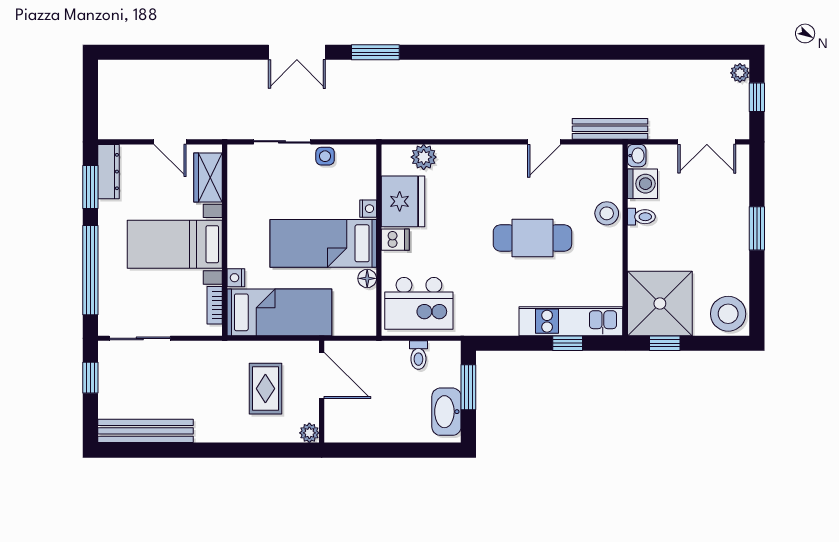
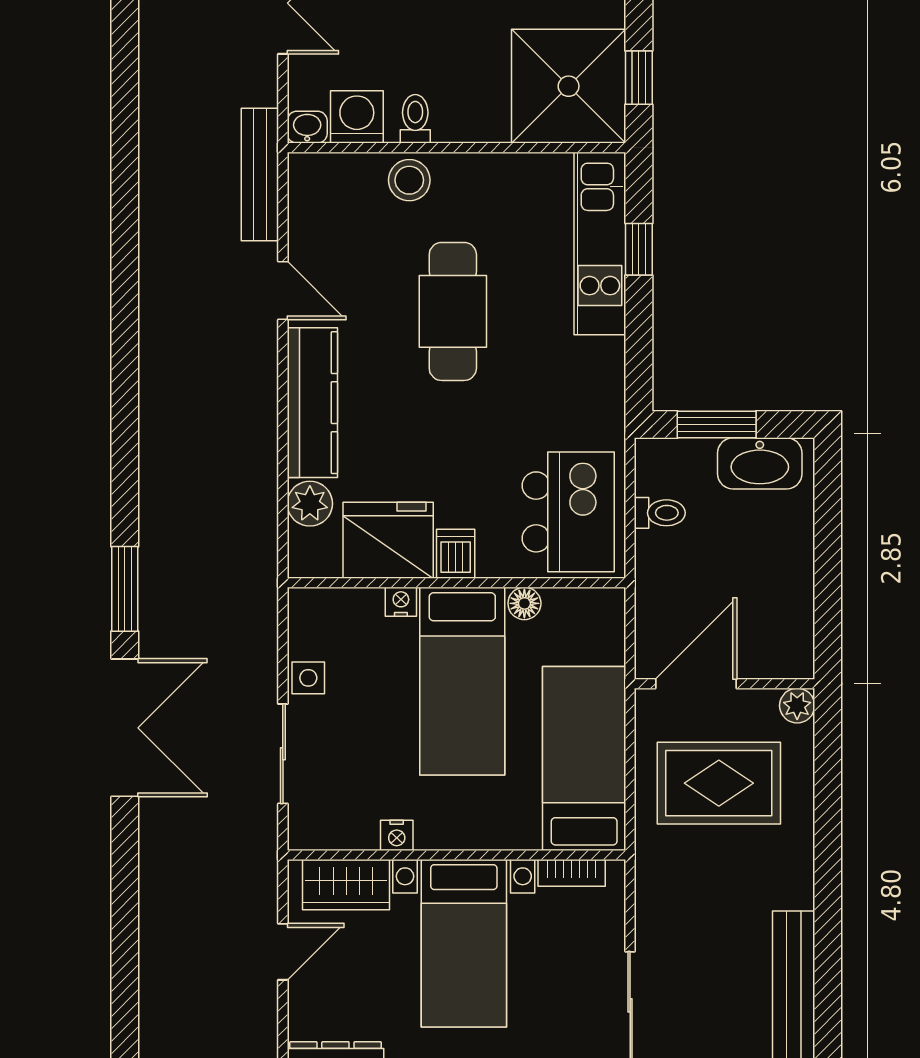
double door: (297, 52) -> (125, 728), width x1.37
kitchen counter: (481, 158) -> (312, 403), added
nightstand: (236, 278) -> (397, 835), moved
rug: (265, 389) -> (719, 783), width x1.36, depth x1.43

